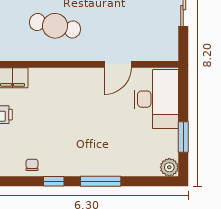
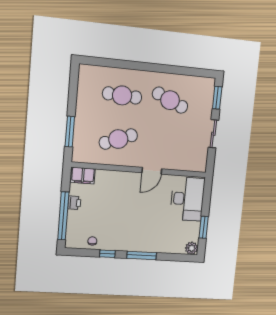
cafe table: (55, 26) -> (118, 139), turned -33
door: (118, 64) -> (152, 171), moved

